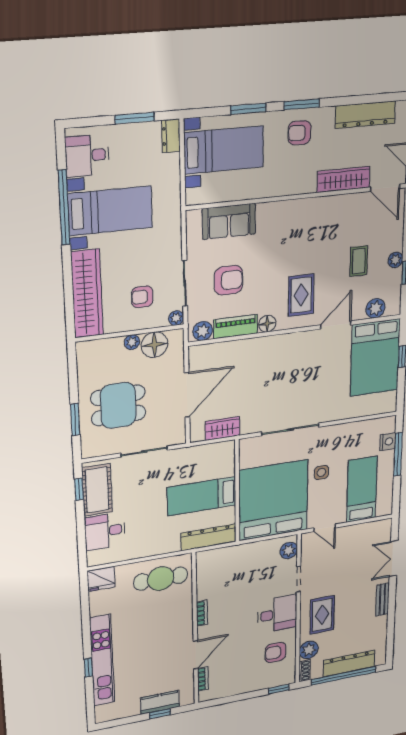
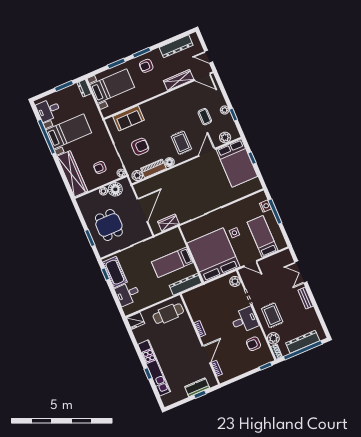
dining table: (118, 405) -> (109, 225), turned 90

